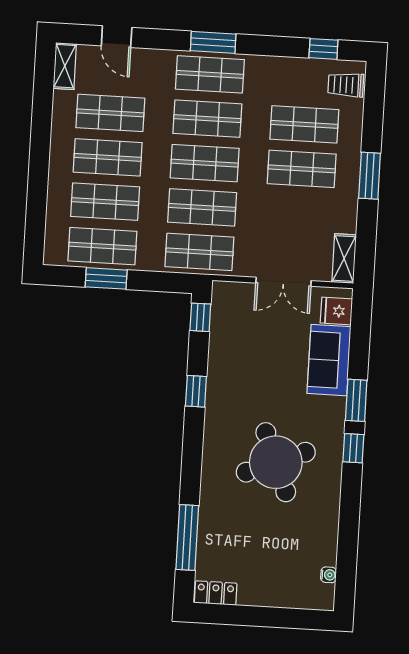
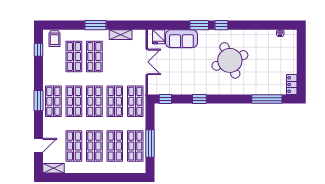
shelving: (344, 258) -> (121, 35), moved
window: (106, 278) -> (150, 143), width x1.44

